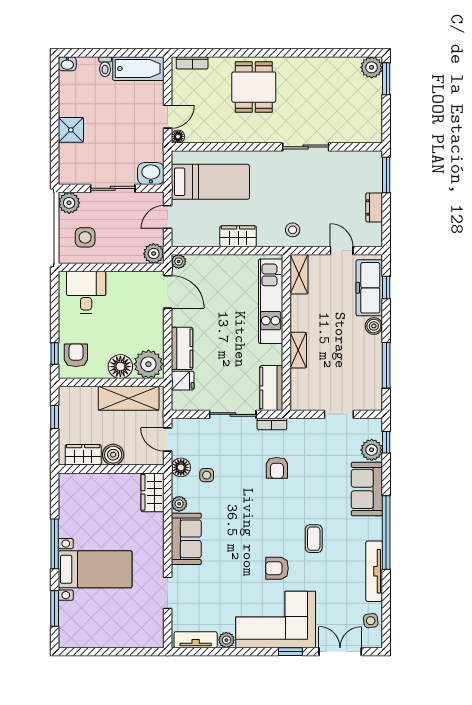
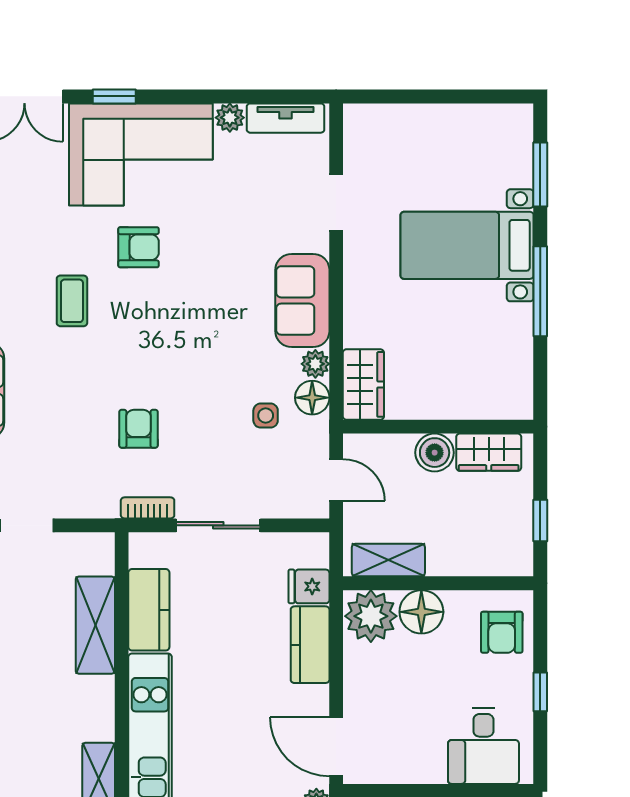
shelving: (298, 350) -> (95, 625), width x1.50, depth x1.33
window: (55, 353) -> (540, 692), moved
kitchen counter: (271, 388) -> (149, 610), moved
shelving: (129, 398) -> (388, 560), width x0.67, depth x0.75
floor lamp: (181, 467) -> (312, 398), moved

